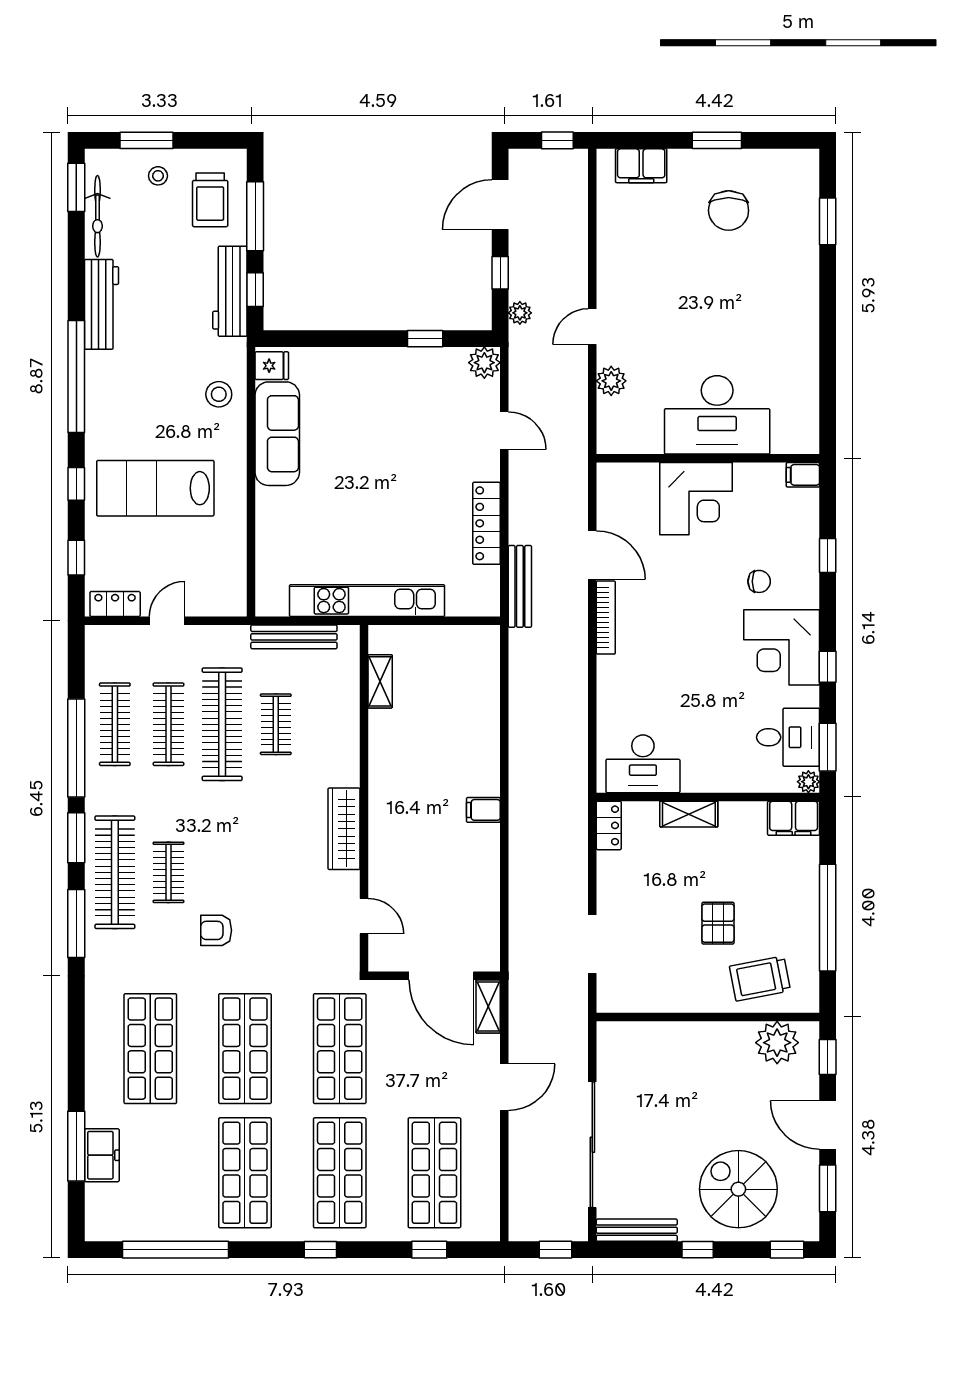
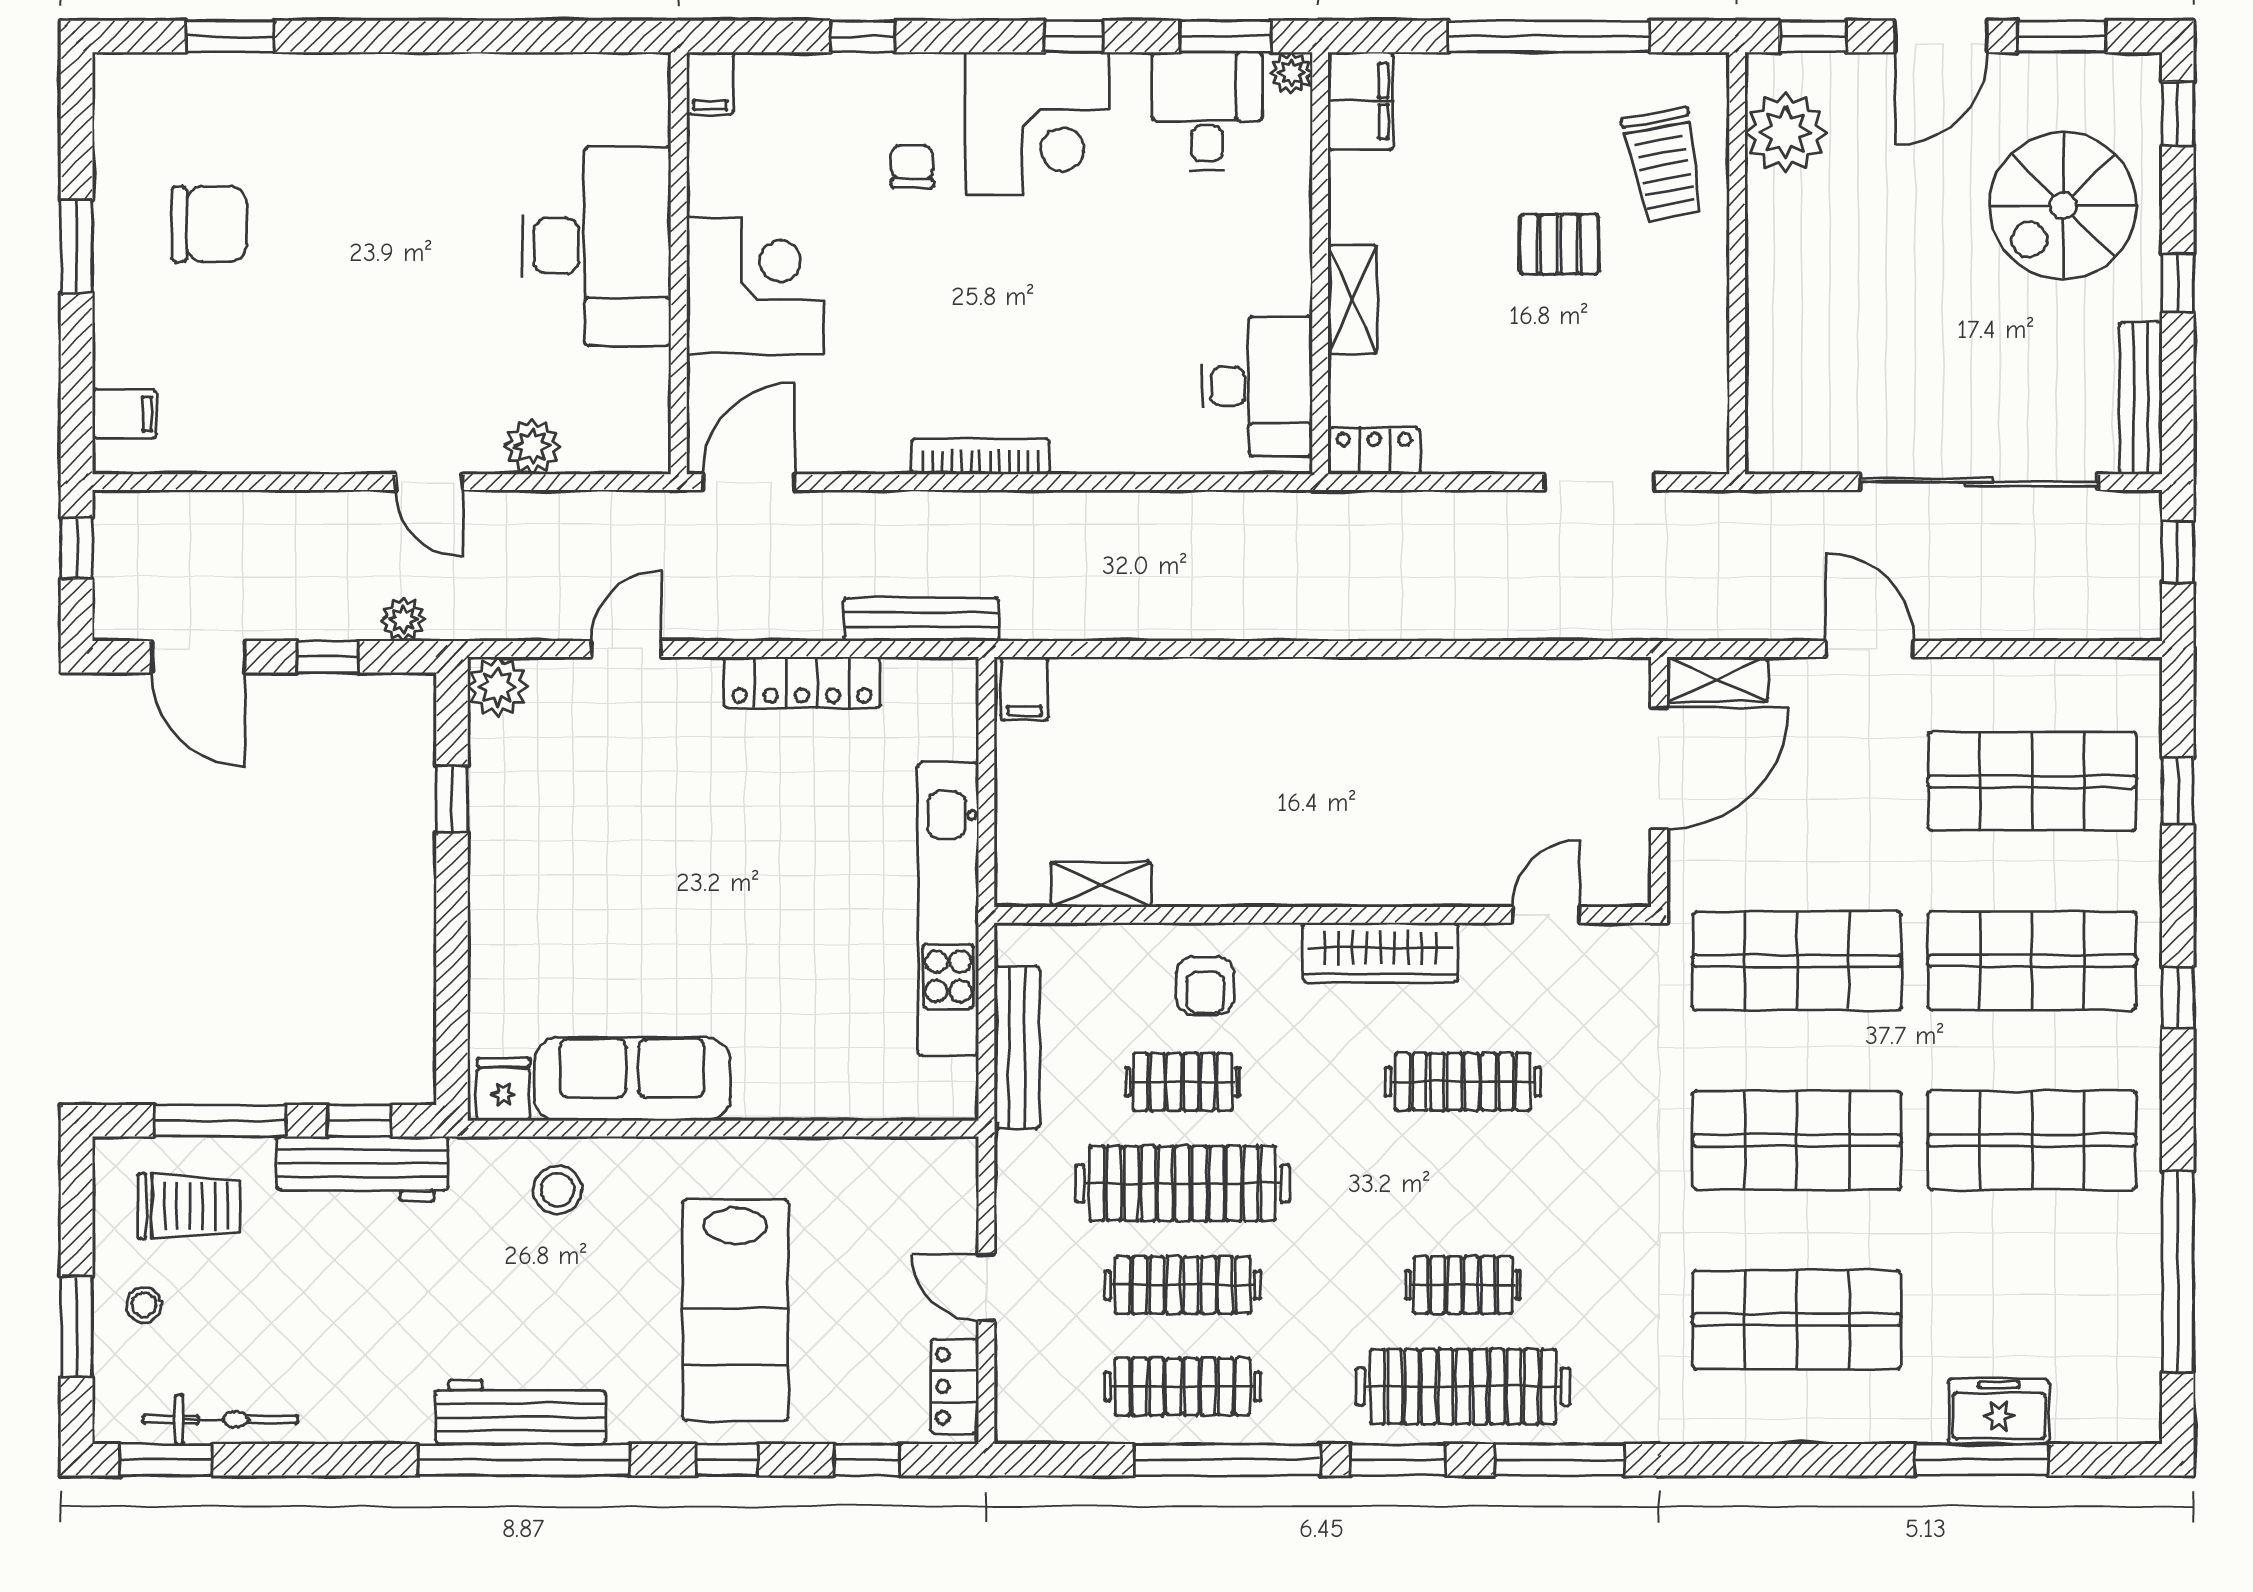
filing cabinet: (641, 166) -> (125, 414), width x0.50
workbench: (101, 304) -> (520, 1412), moved
door: (592, 555) -> (749, 482), moved
filing cabinet: (483, 810) -> (1024, 689), moved
clothes rail: (276, 872) -> (1463, 1082), added
armchair: (216, 930) -> (1205, 986), moved

